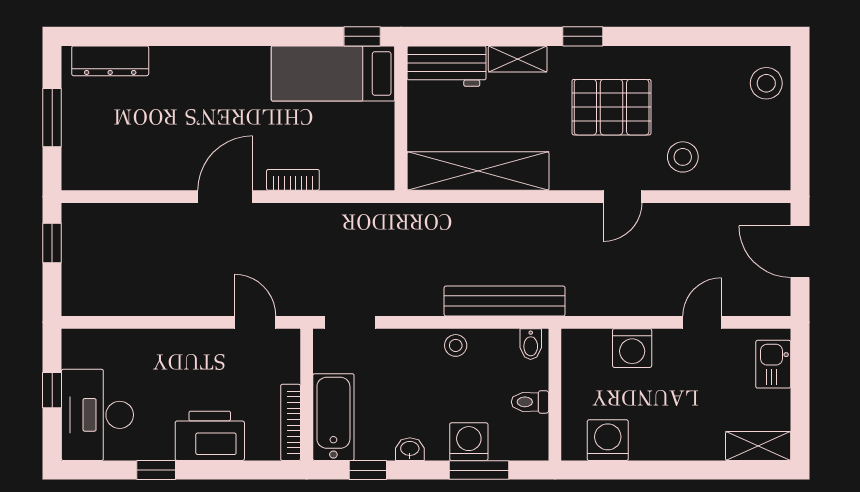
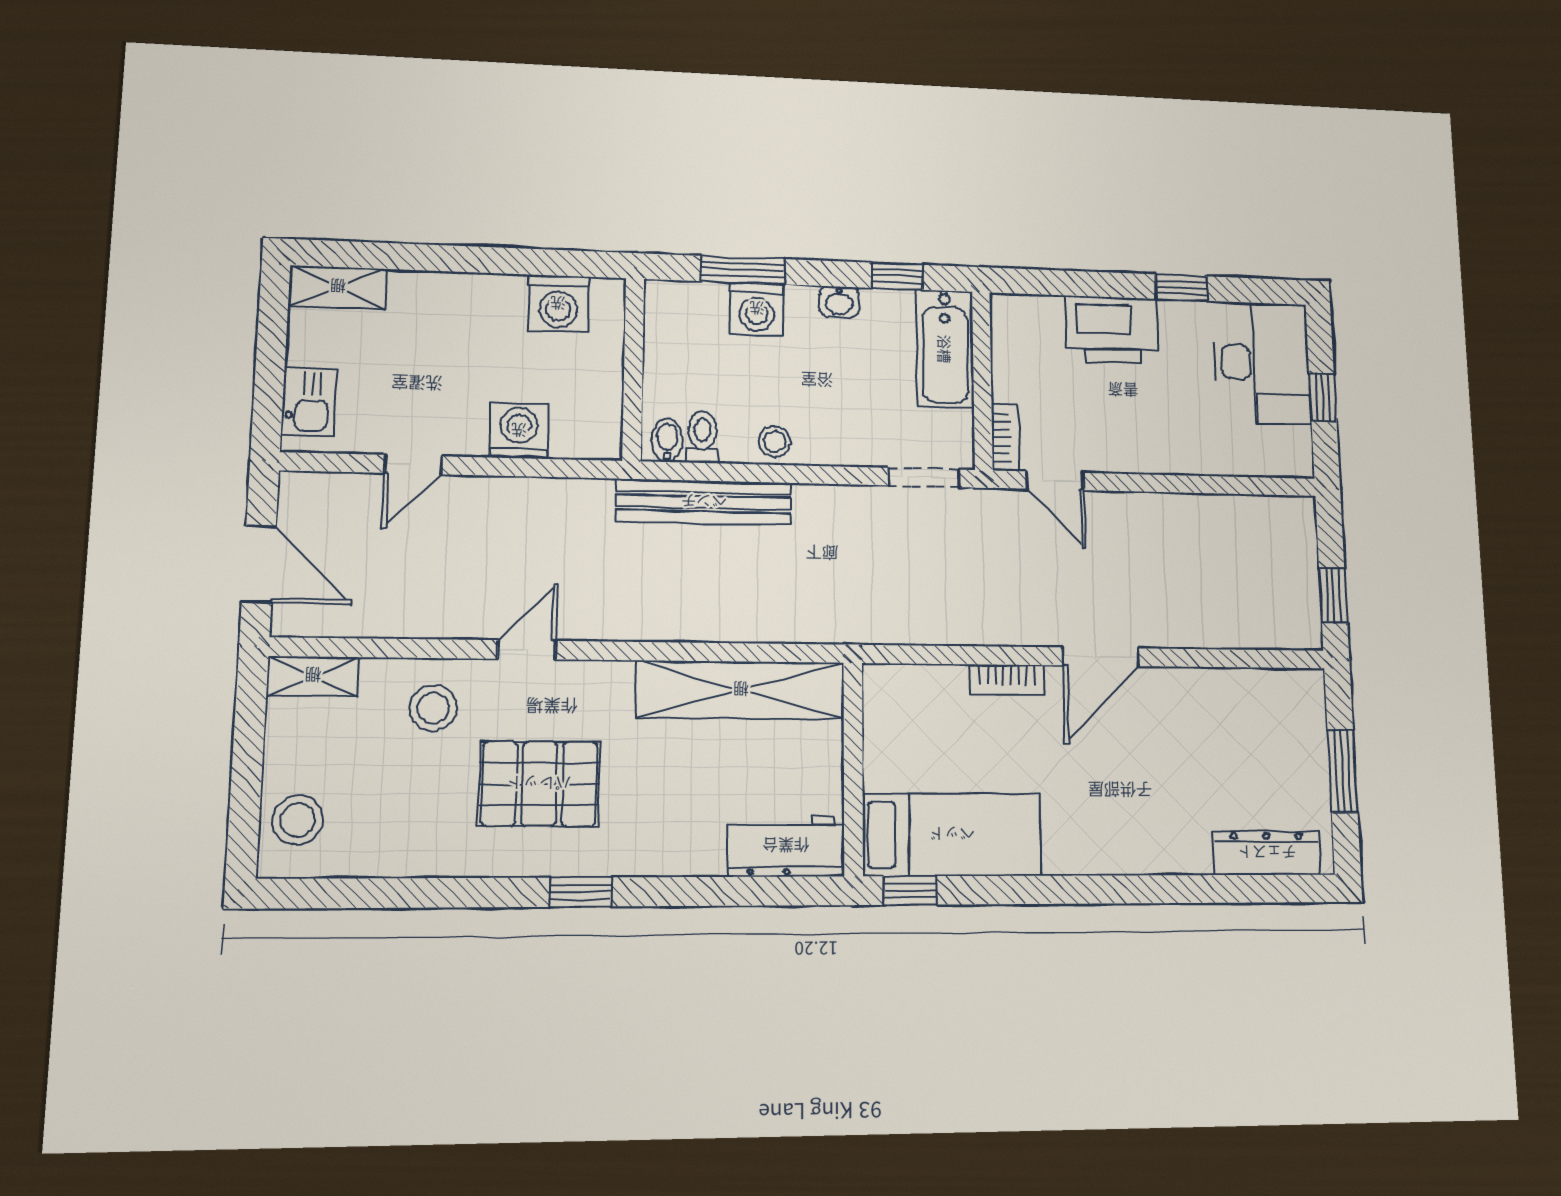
shelving: (518, 59) -> (313, 676), moved
toilet: (530, 402) -> (702, 437), moved, turned -90
bookcase: (291, 422) -> (1005, 437), moved, width x0.64

